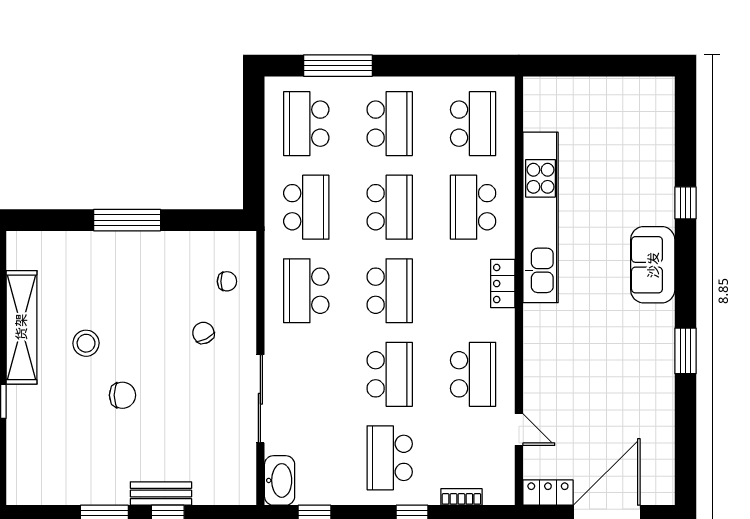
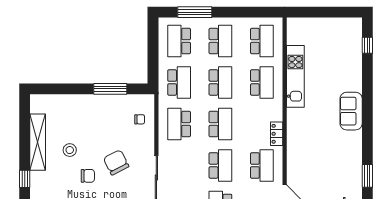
window: (685, 203) -> (367, 45), moved
school desk: (473, 207) -> (262, 83), turned 180
kitchen unit: (541, 217) -> (295, 76), width x0.73
window: (127, 220) -> (110, 89), moved
locker: (503, 284) -> (277, 134), moved
chair: (203, 333) -> (116, 162), moved, width x1.87, depth x1.87
window: (685, 351) -> (367, 176), moved

